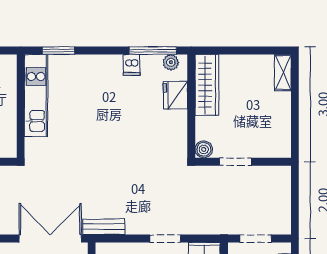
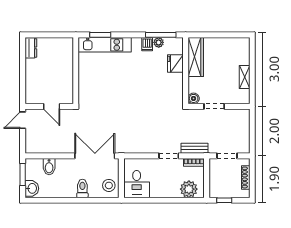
plant: (171, 62) -> (159, 42), moved
shelving: (283, 72) -> (245, 77), moved
kitchen unit: (36, 95) -> (105, 45), moved, turned 90
bench: (104, 227) -> (194, 148), moved

